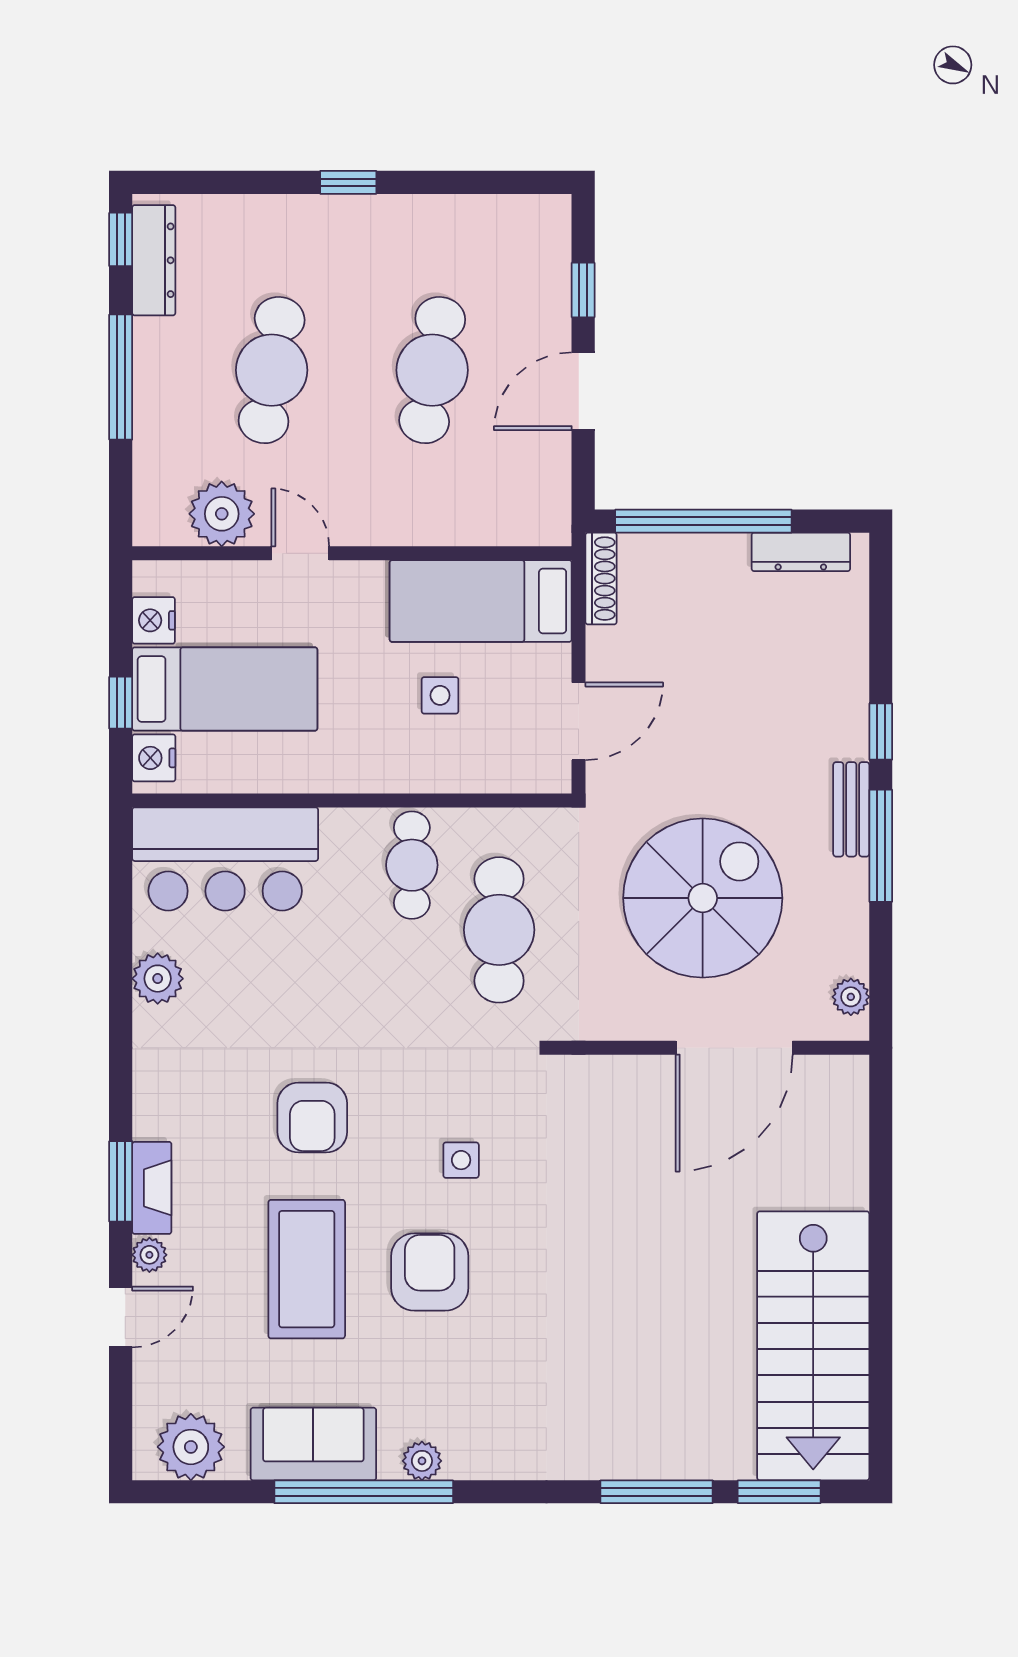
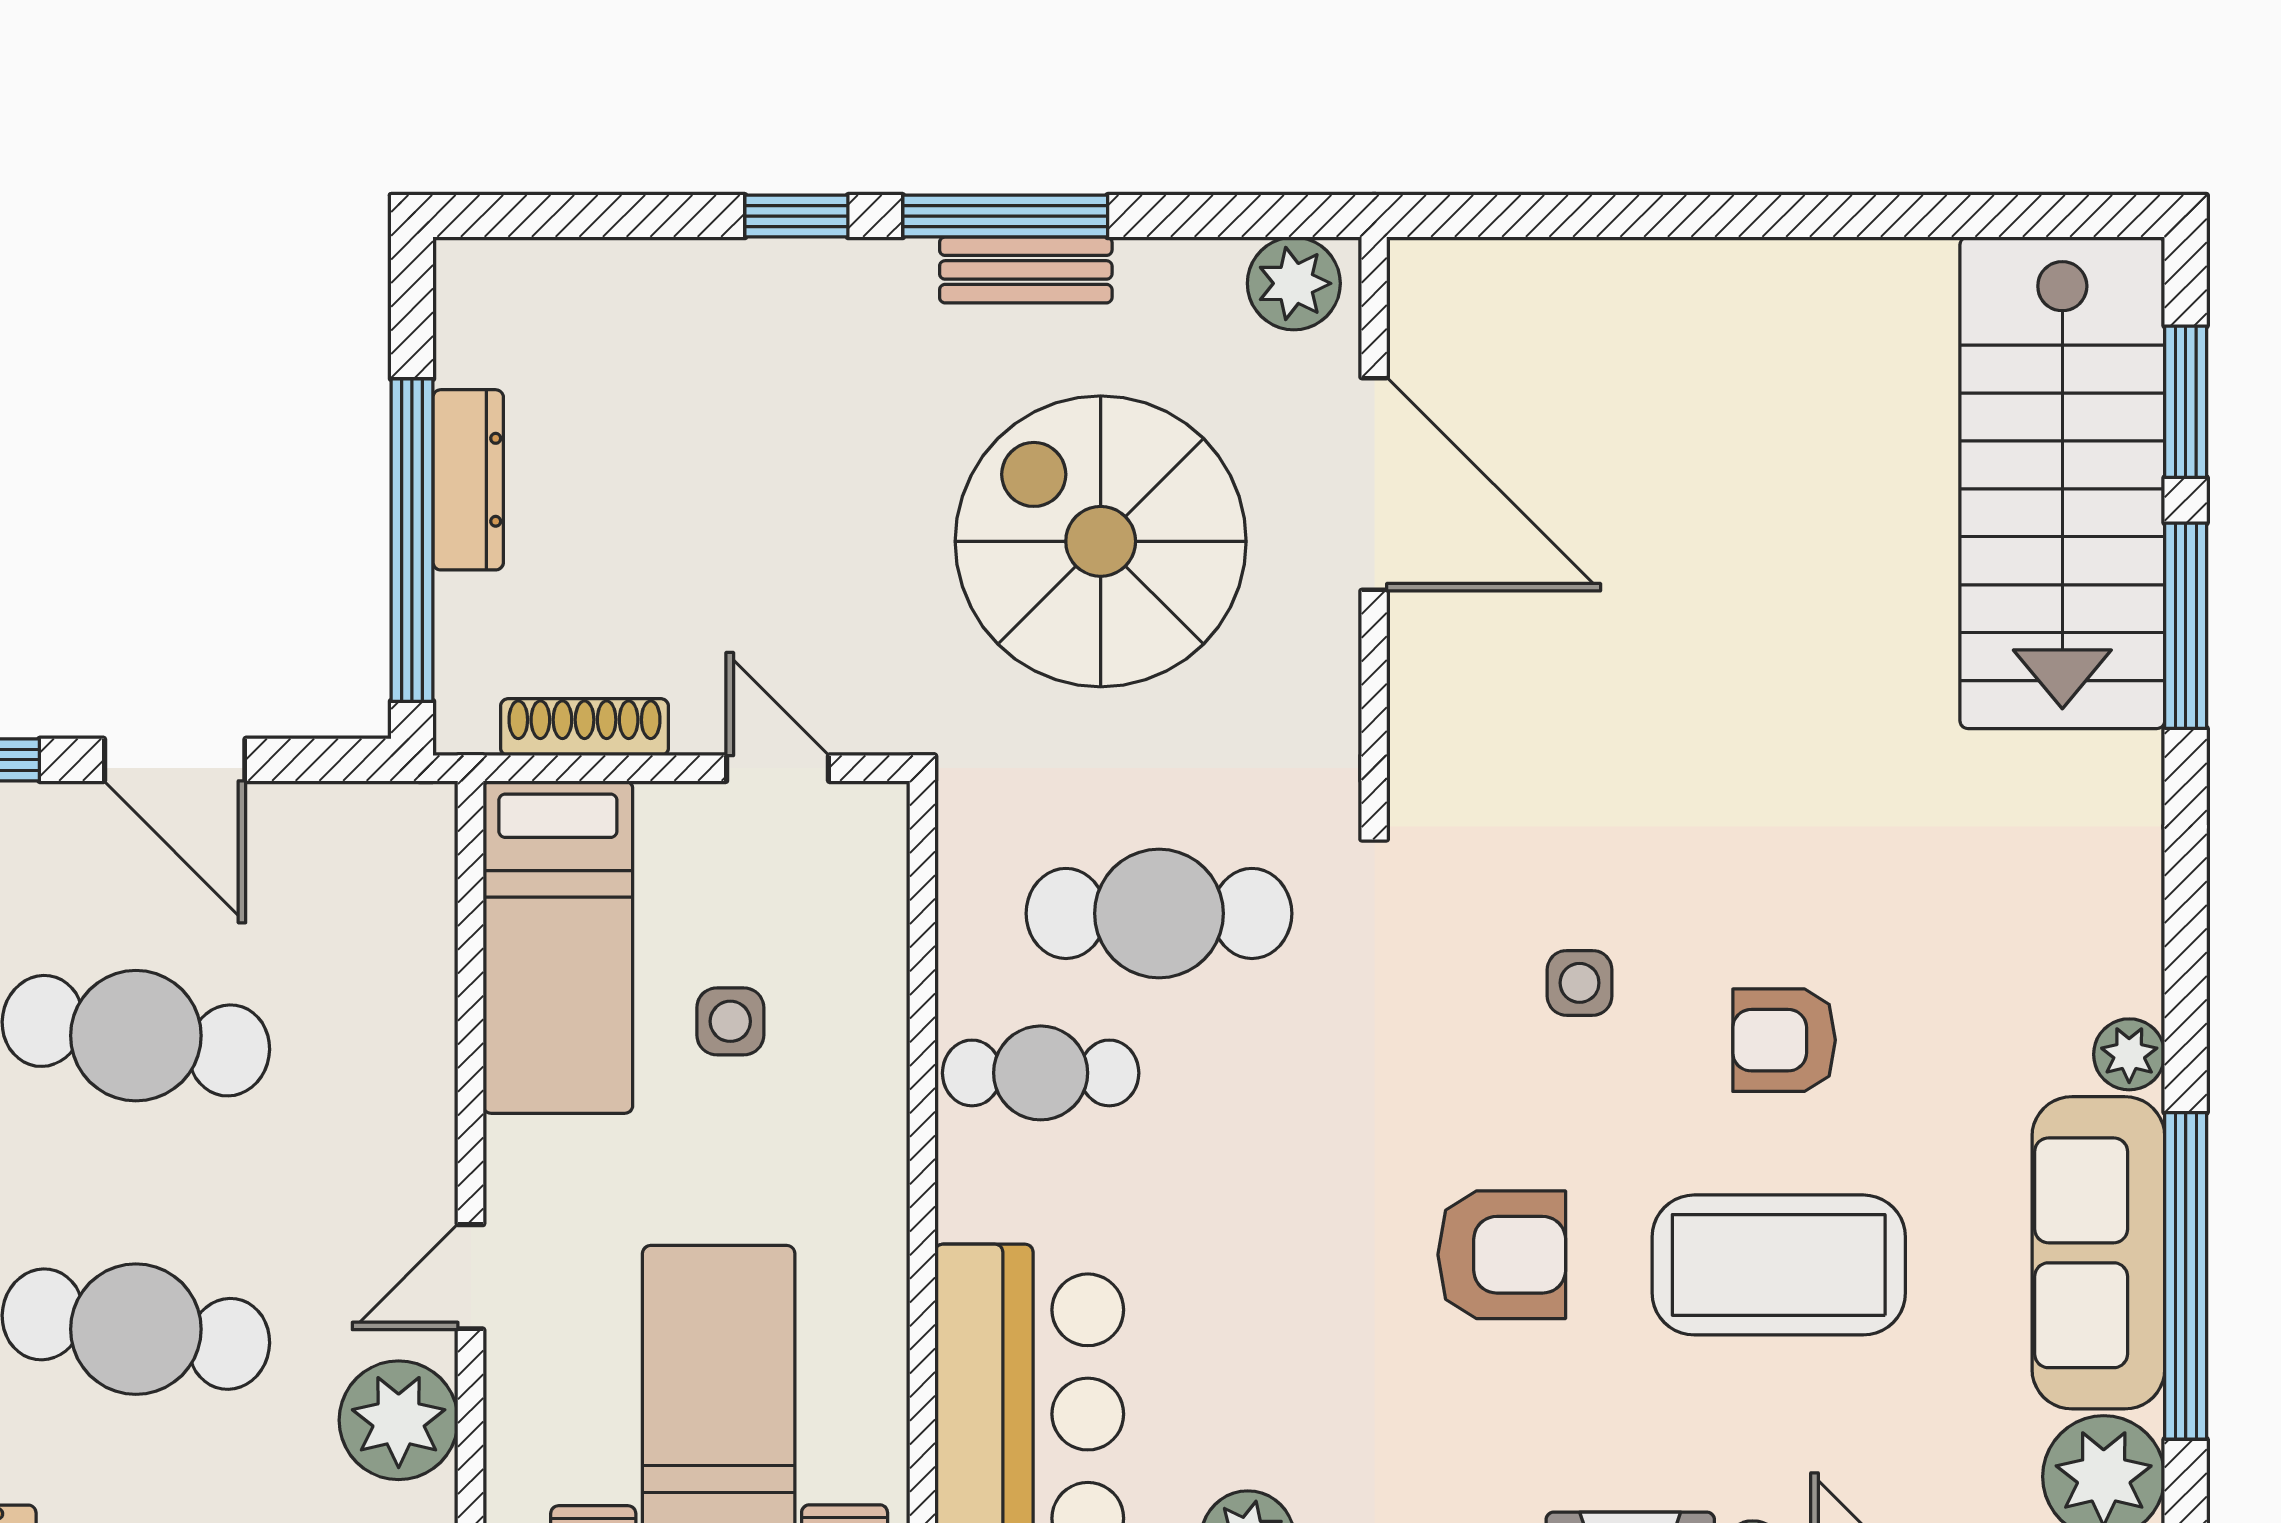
dresser: (801, 552) -> (468, 480), moved
shoe rack: (601, 579) -> (585, 727), moved
door: (579, 721) -> (778, 768), width x0.73
bench: (851, 809) -> (1026, 270), moved
plant: (851, 997) -> (1294, 283), width x1.38, depth x1.38
armchair: (430, 1272) -> (1784, 1040), width x0.72, depth x0.72
stairs: (813, 1346) -> (2062, 483), moved, turned 90
sofa: (313, 1444) -> (2098, 1253), width x1.36
window: (364, 1492) -> (2186, 1276), moved

